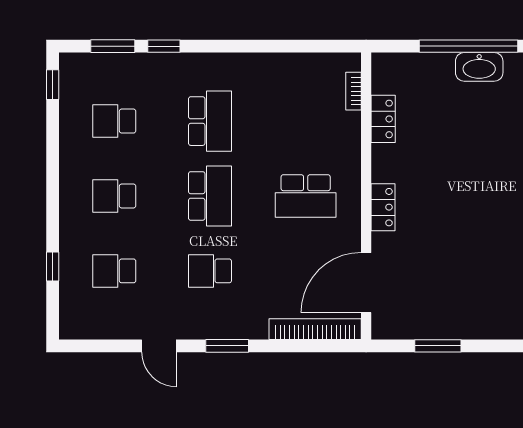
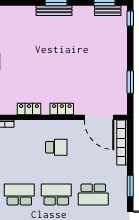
locker: (383, 119) -> (29, 109), moved
school desk: (306, 196) -> (56, 147), width x0.54
school desk: (210, 271) -> (93, 194), width x1.85

